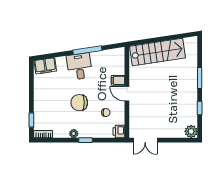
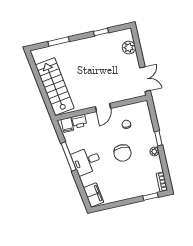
window: (200, 78) -> (59, 42), moved
filing cabinet: (118, 80) -> (67, 125), moved
printer: (119, 131) -> (79, 121), moved
plant: (191, 131) -> (129, 48), moved

